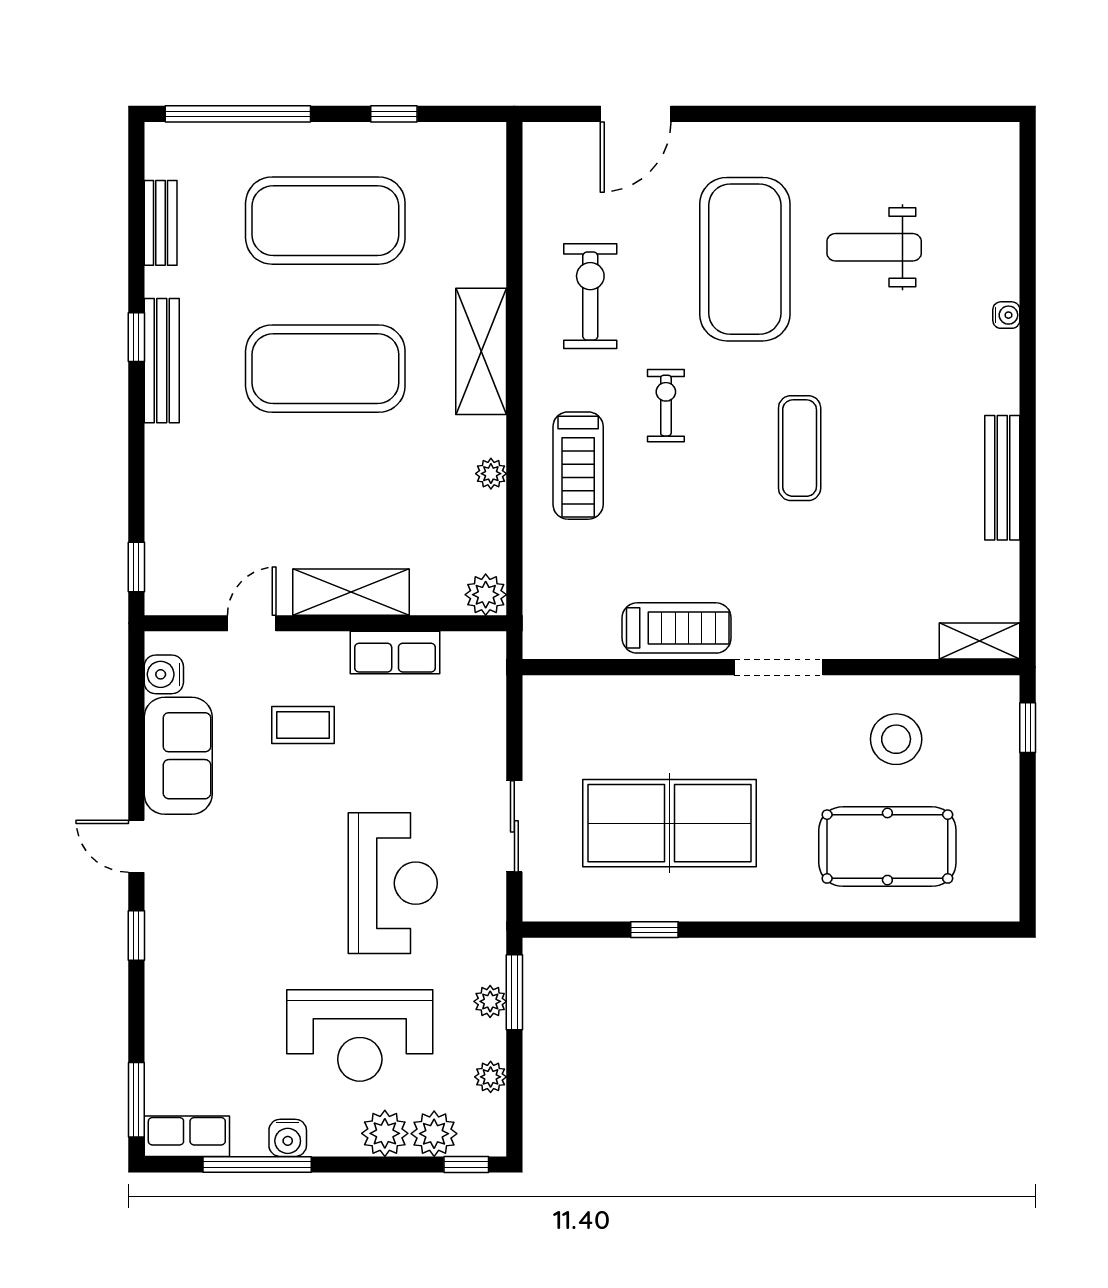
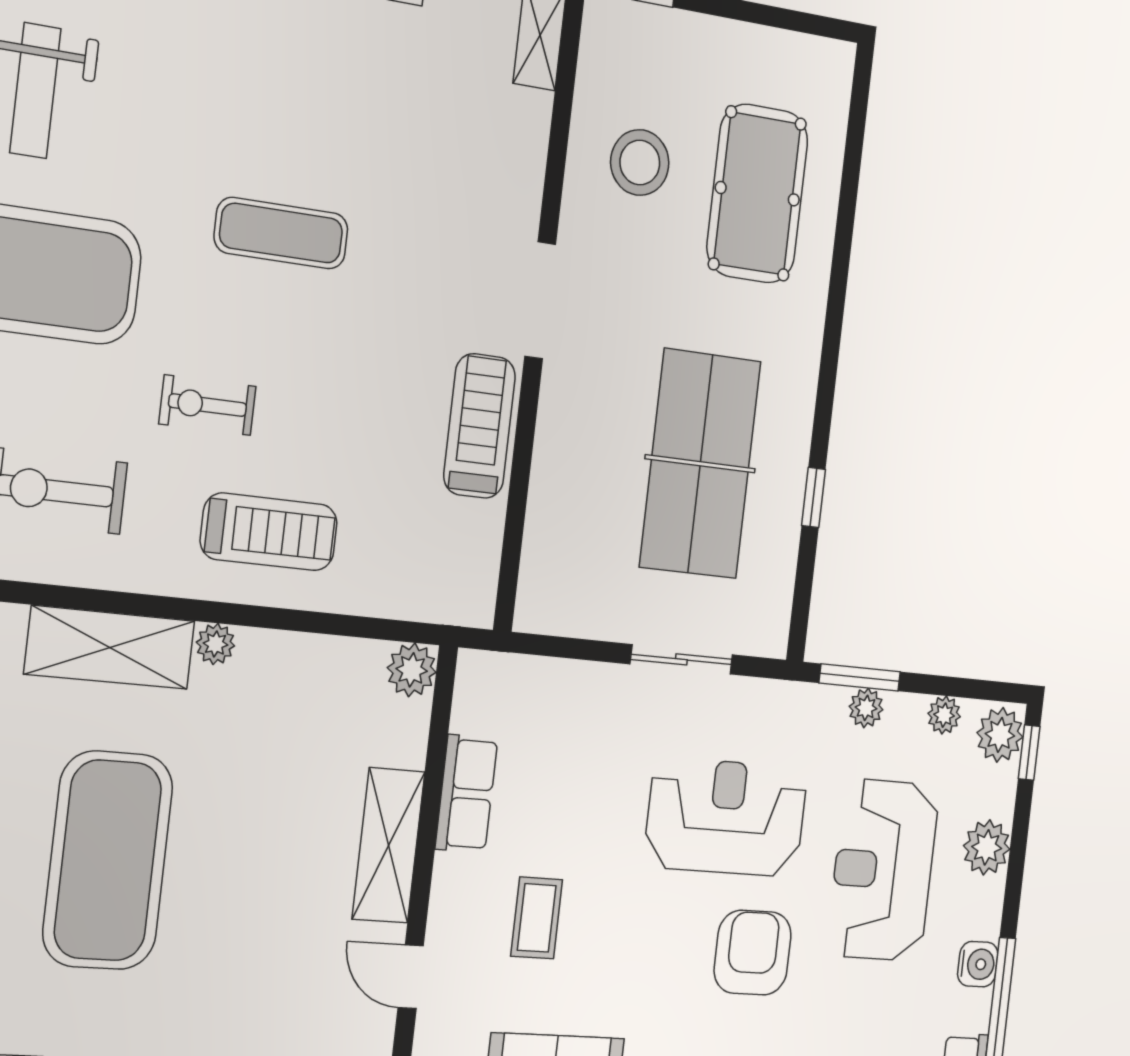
plant: (491, 474) -> (215, 644), moved
armchair: (286, 922) -> (753, 953), added
reception desk: (360, 1035) -> (883, 870), turned 180
plant: (434, 1134) -> (1000, 735), moved

